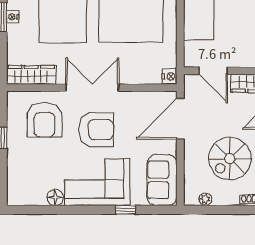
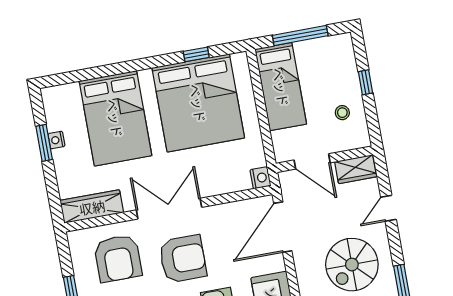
stool: (244, 36) -> (342, 113), added

